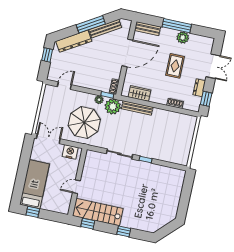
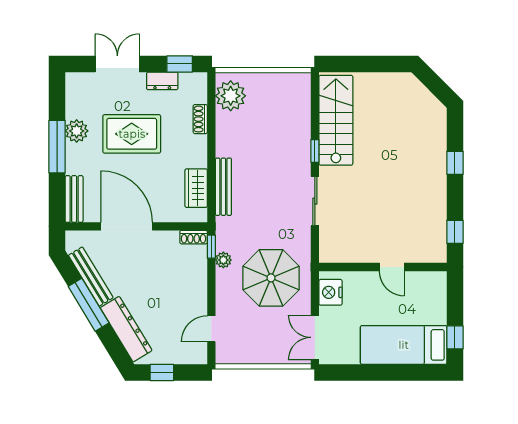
rug: (175, 66) -> (132, 134), width x1.36, depth x1.43
door: (64, 86) -> (211, 329), hinge flipped
plant: (113, 107) -> (231, 96), moved
stairs: (98, 212) -> (336, 120), moved, turned 180

